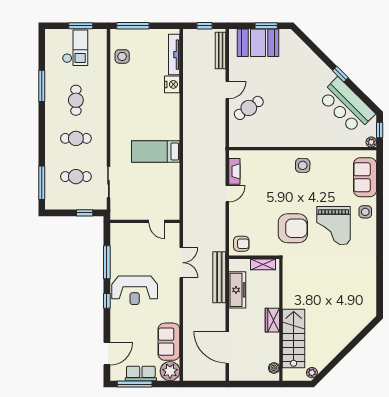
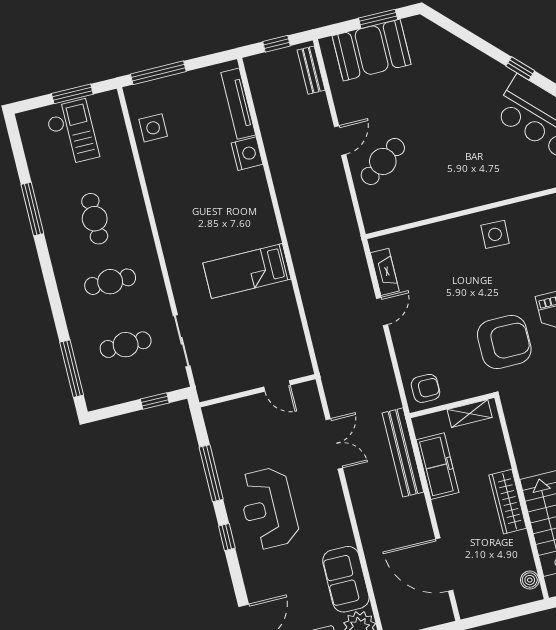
bench: (221, 51) -> (311, 70), width x0.73
reception desk: (135, 290) -> (268, 508), turned 90
wardrobe: (272, 320) -> (508, 502), width x1.50

